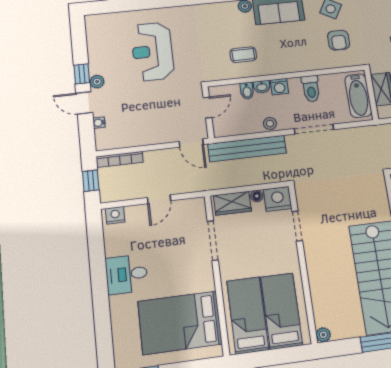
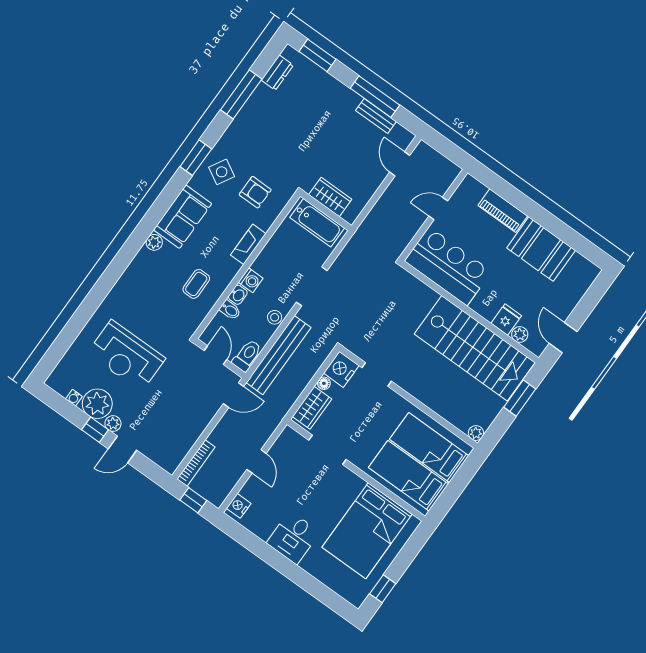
plant: (102, 60) -> (97, 404), added
fireplace: (301, 65) -> (248, 244), added
toilet: (311, 89) -> (247, 355), moved, turned -90
water cooler: (99, 123) -> (74, 398), moved

